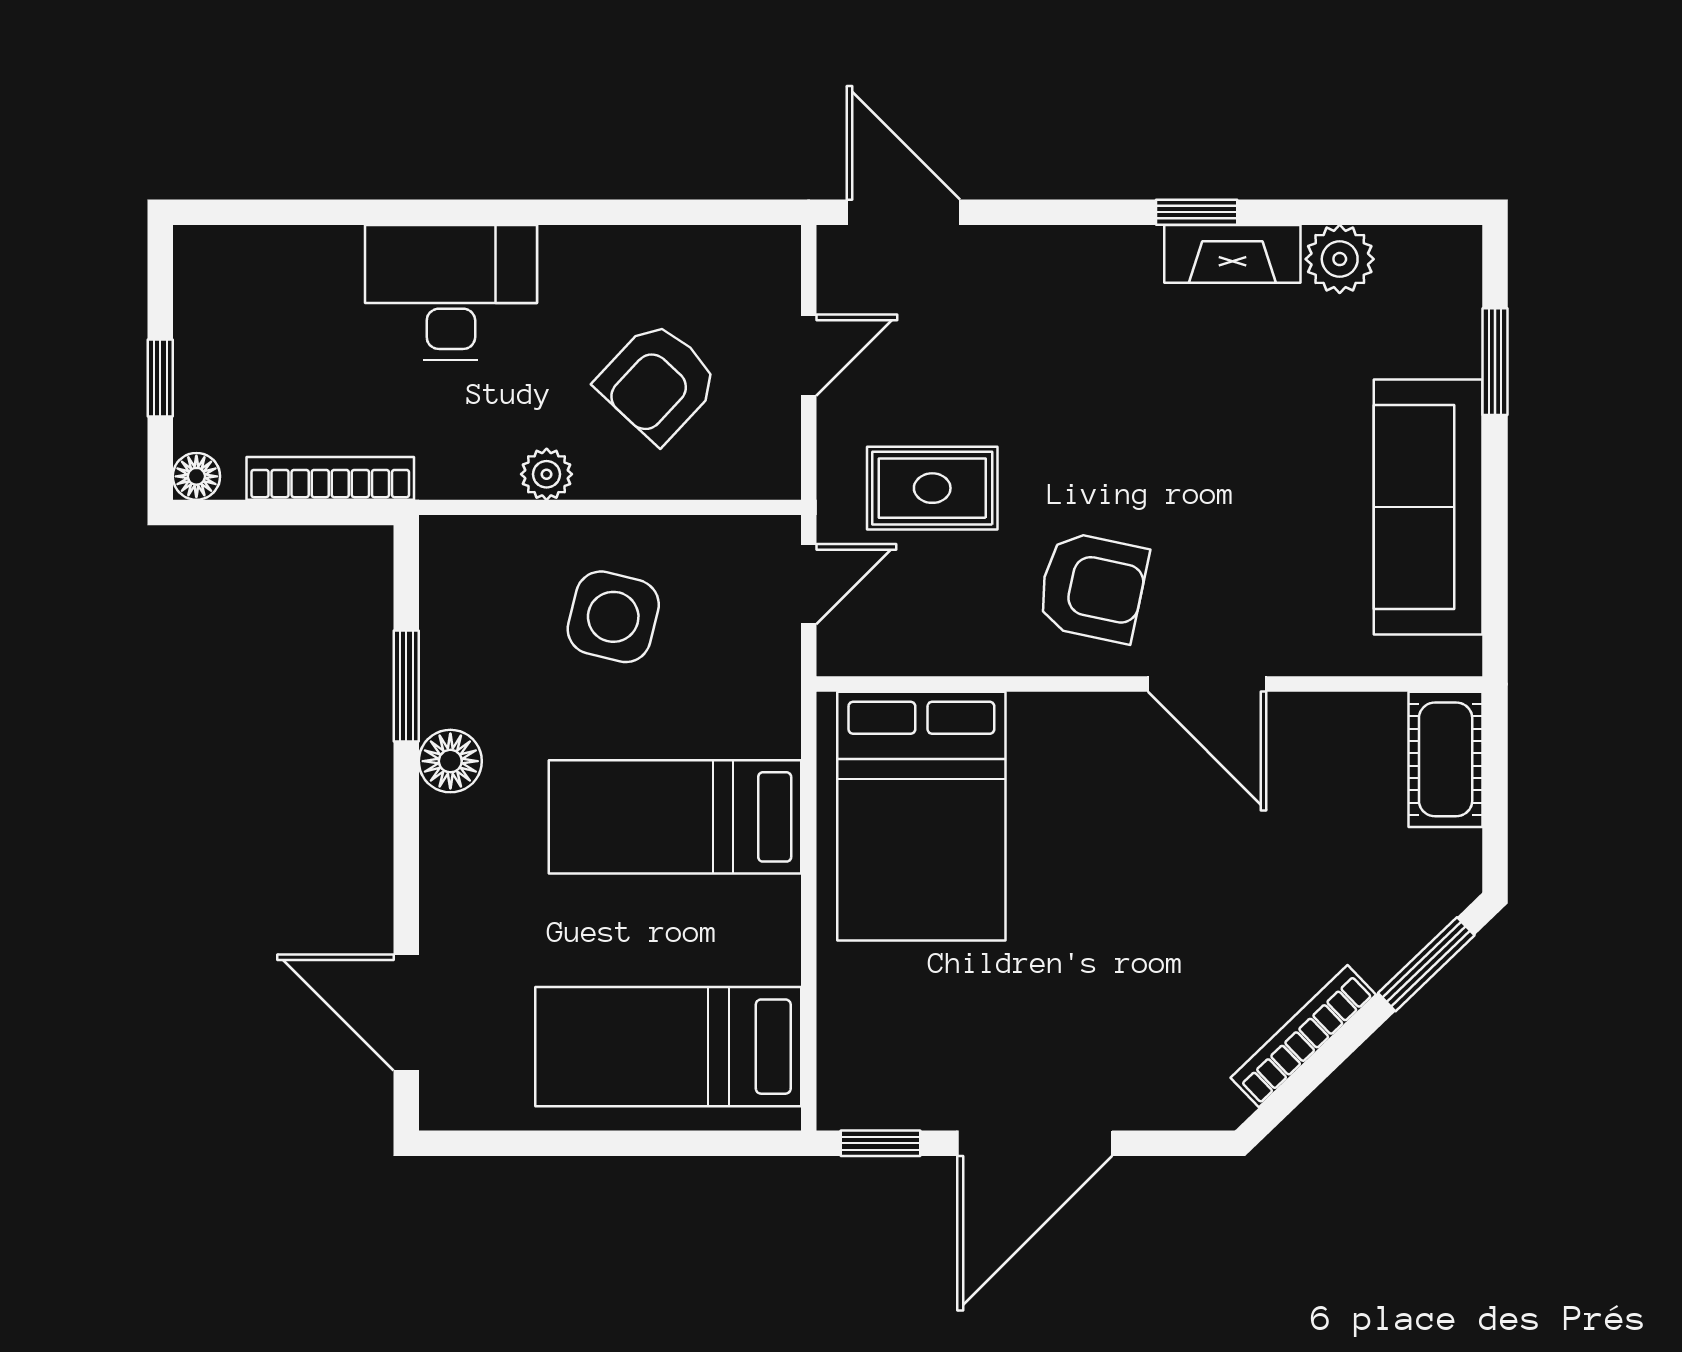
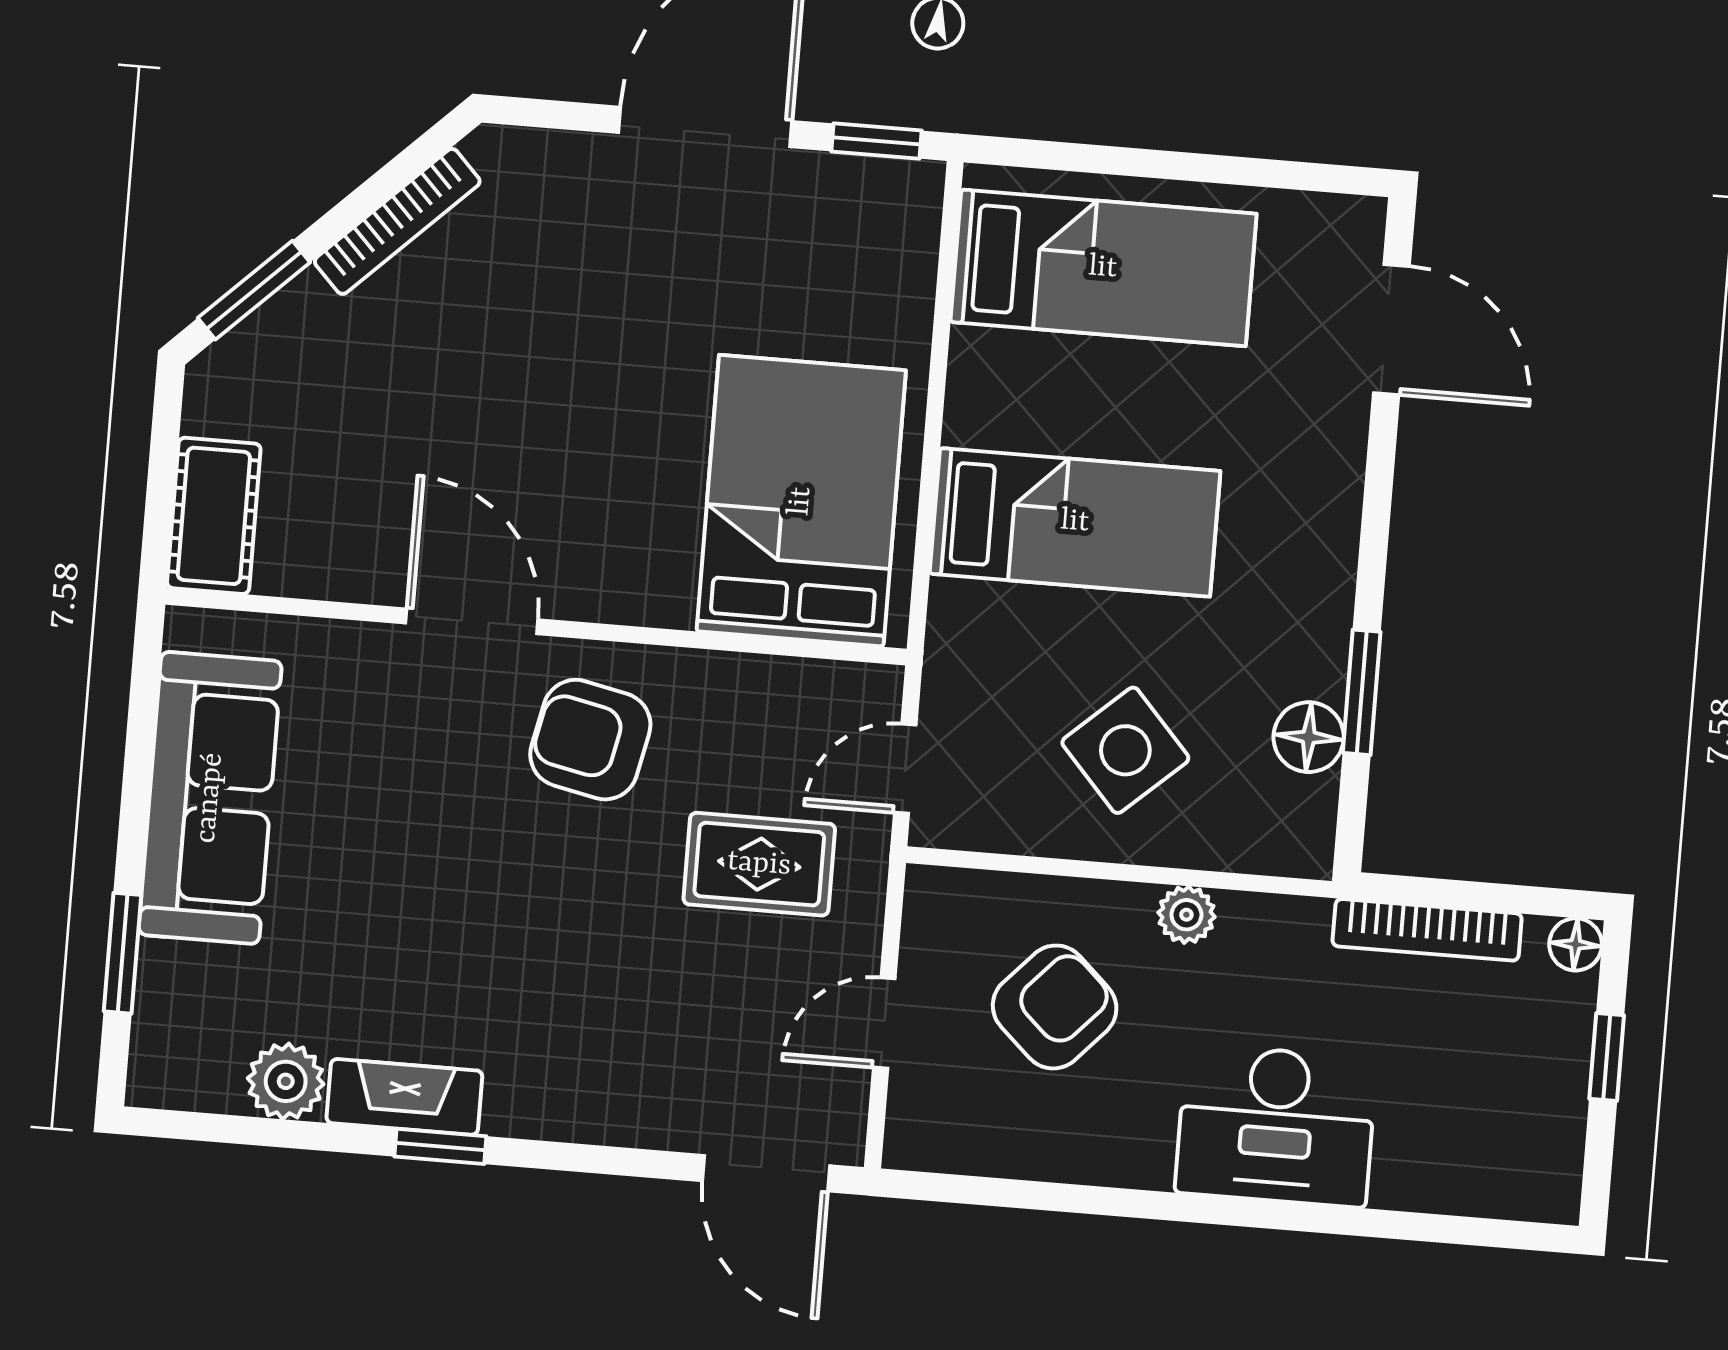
side table: (613, 617) -> (1125, 750), turned 34
floor lamp: (450, 761) -> (1309, 737), moved

